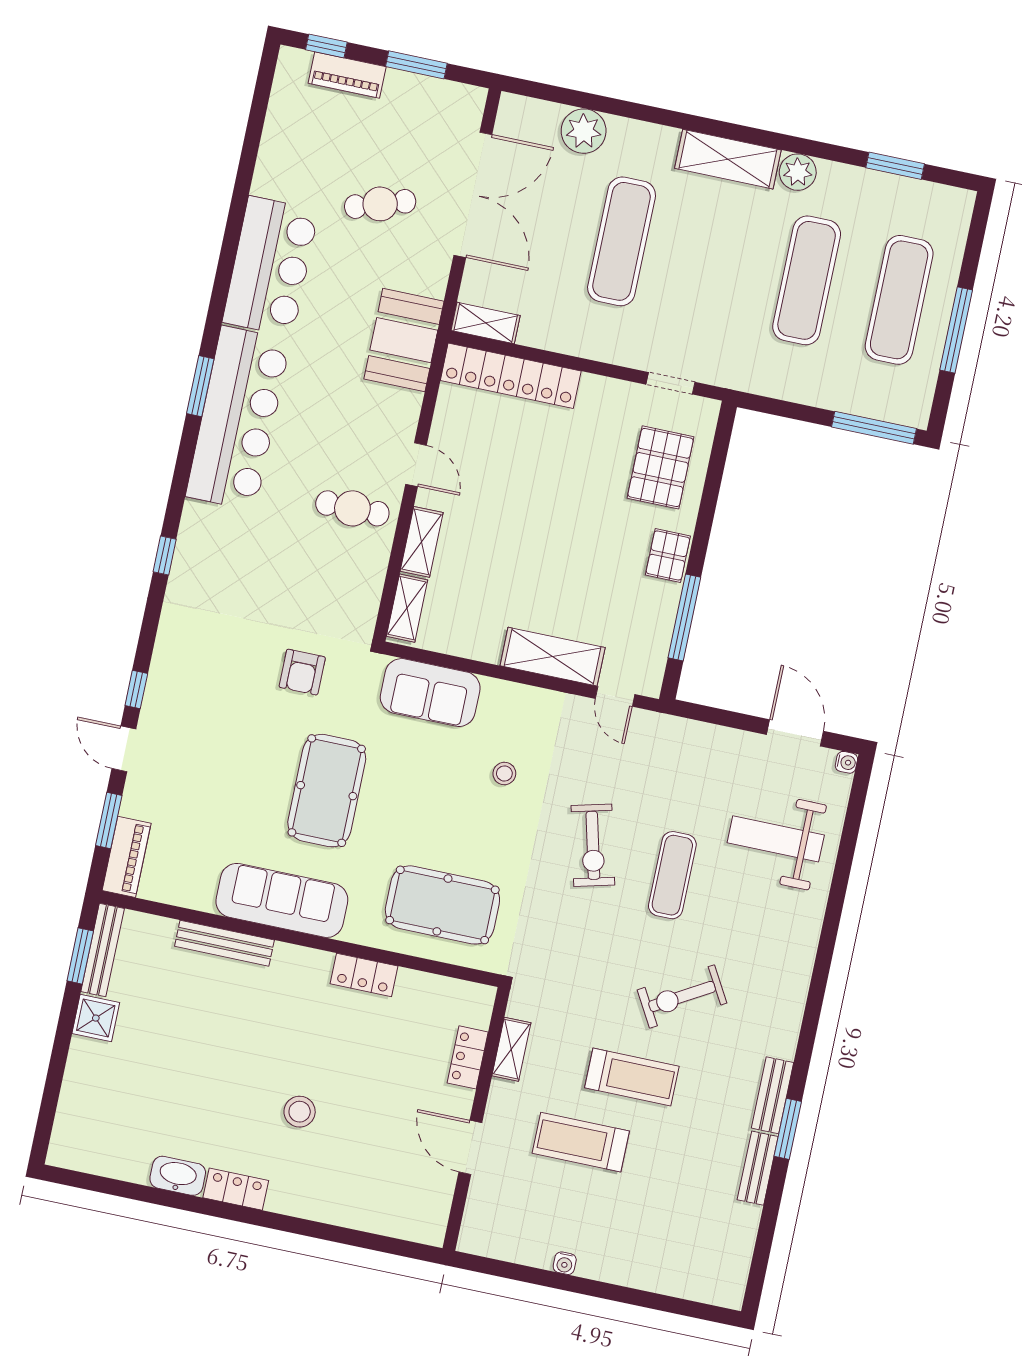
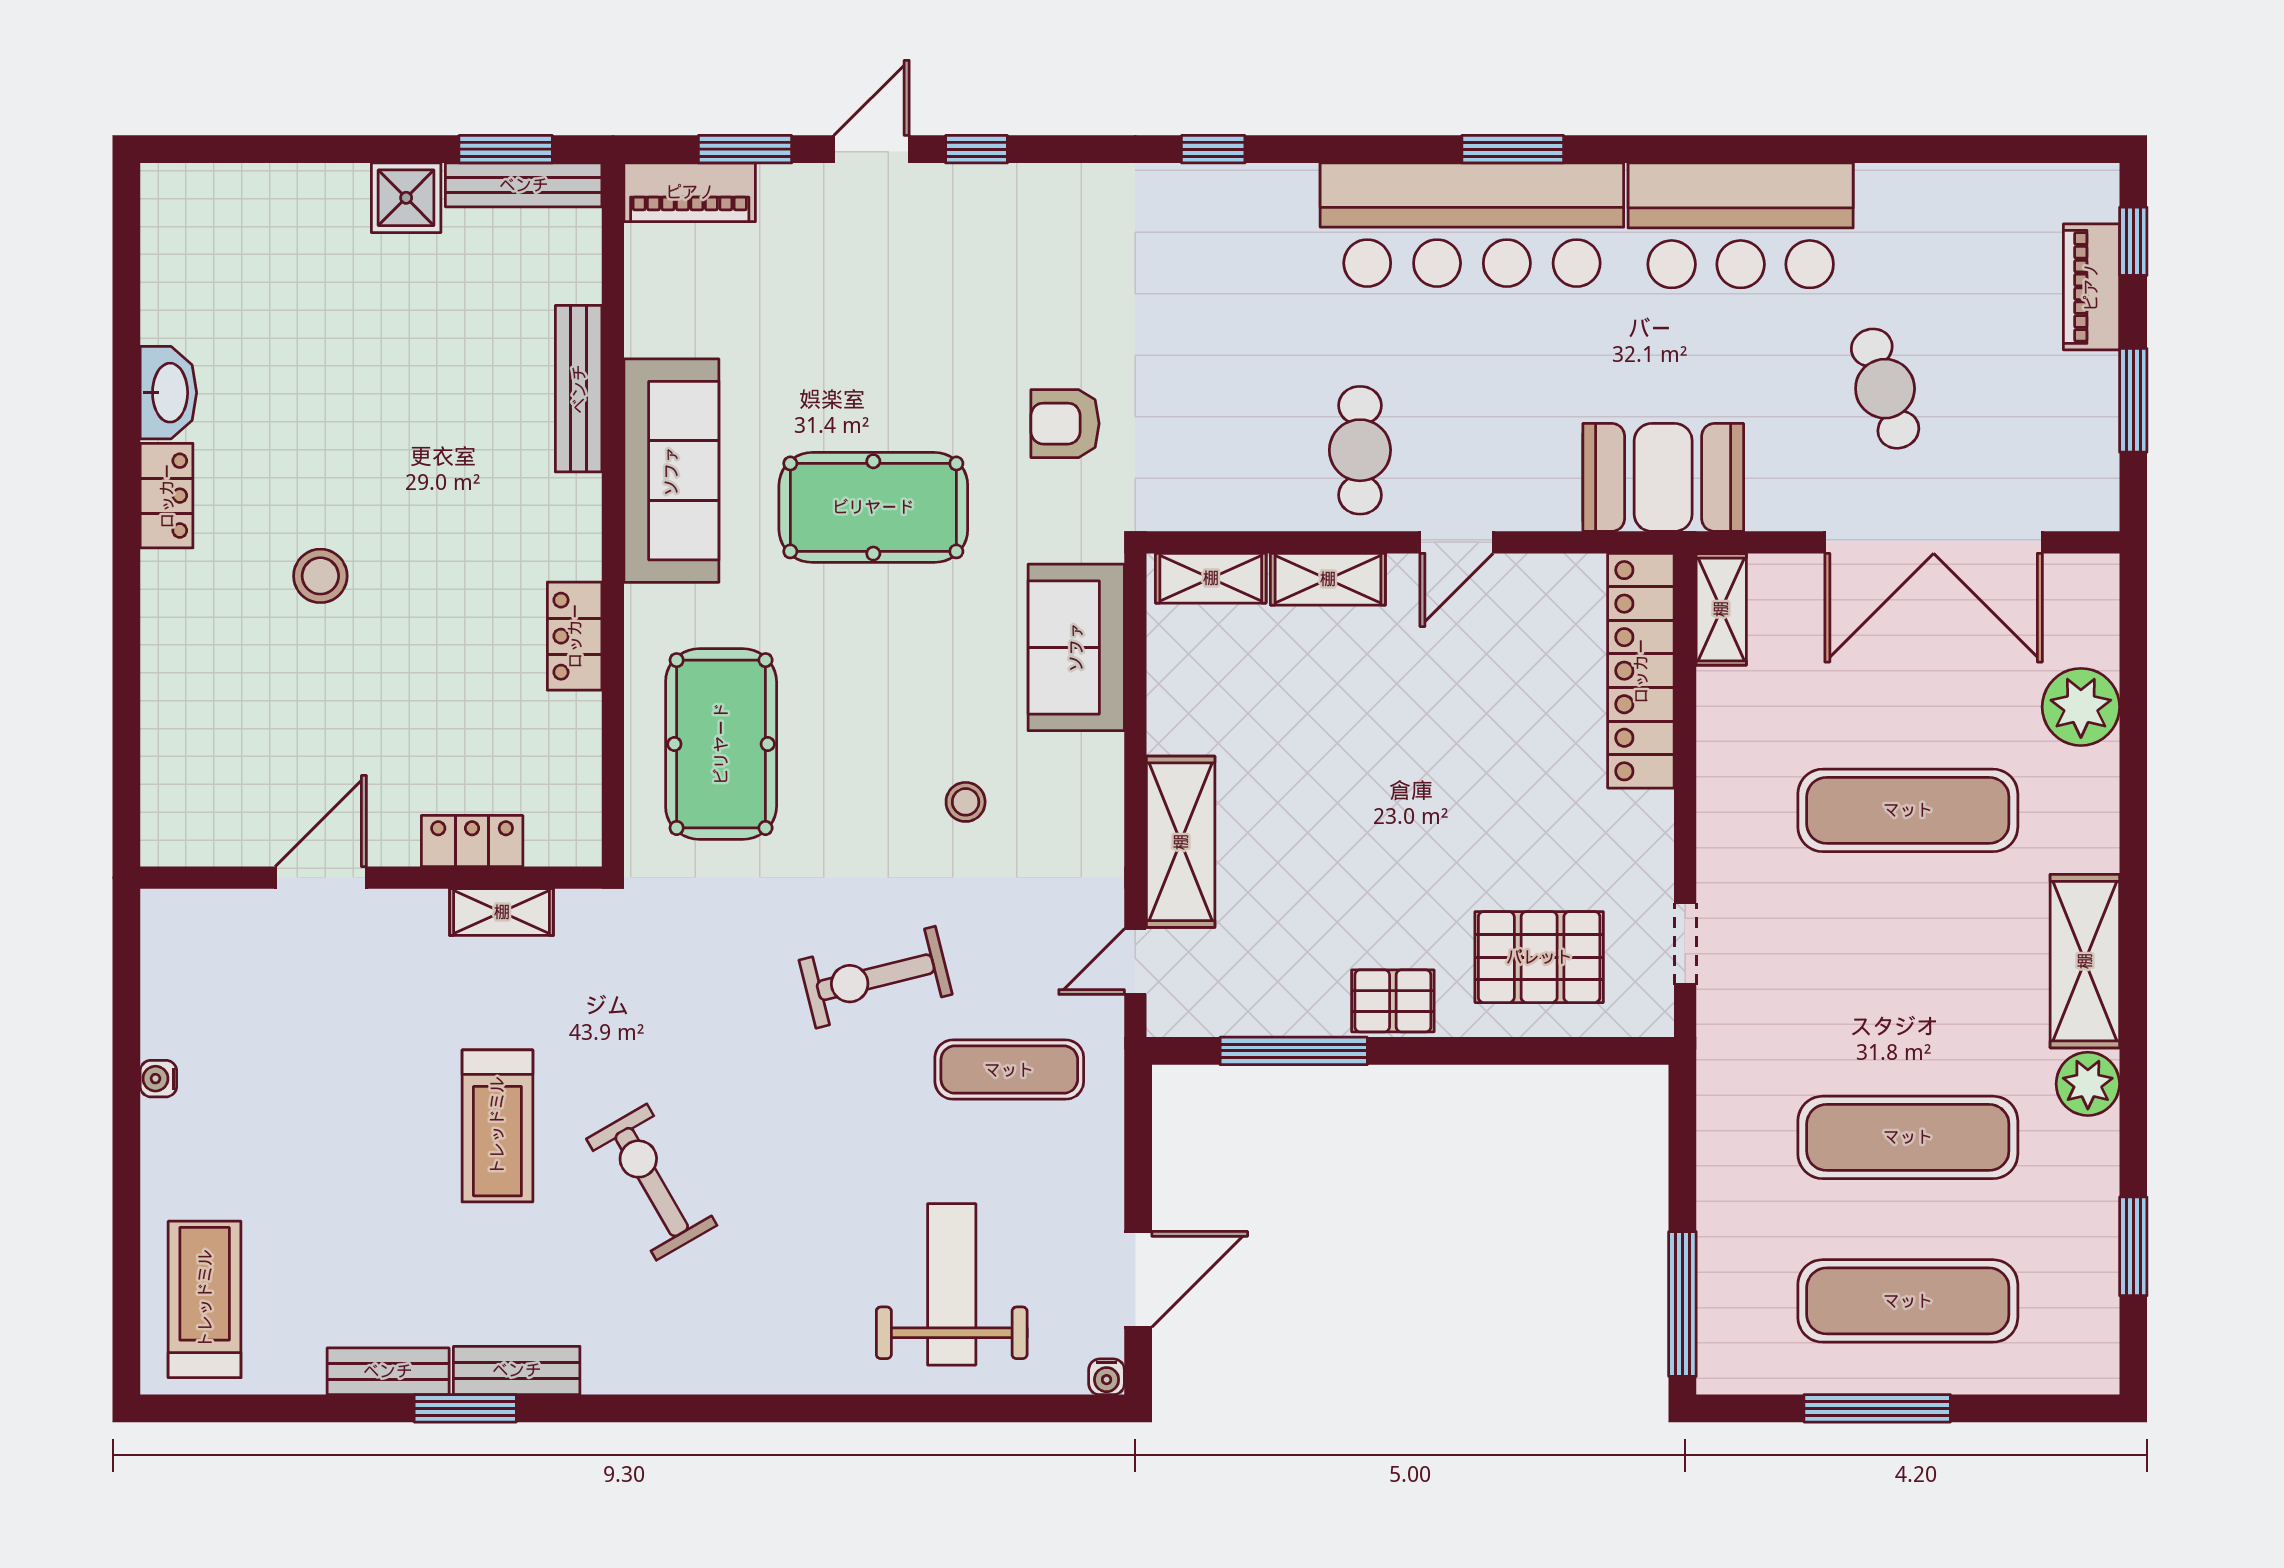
exercise mat: (672, 875) -> (1009, 1070), moved
treadmill: (581, 1142) -> (205, 1299), moved

